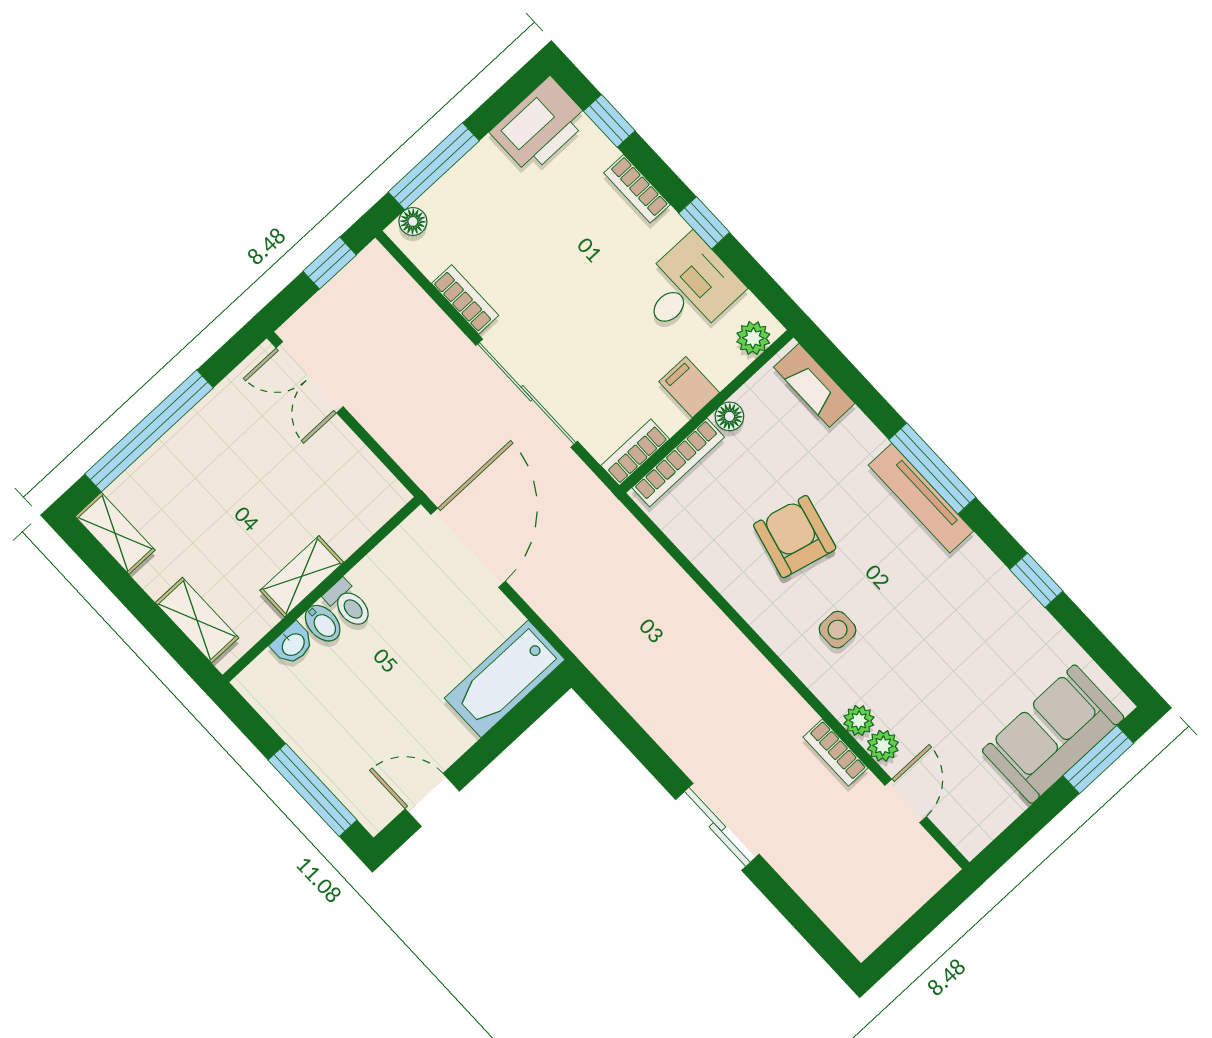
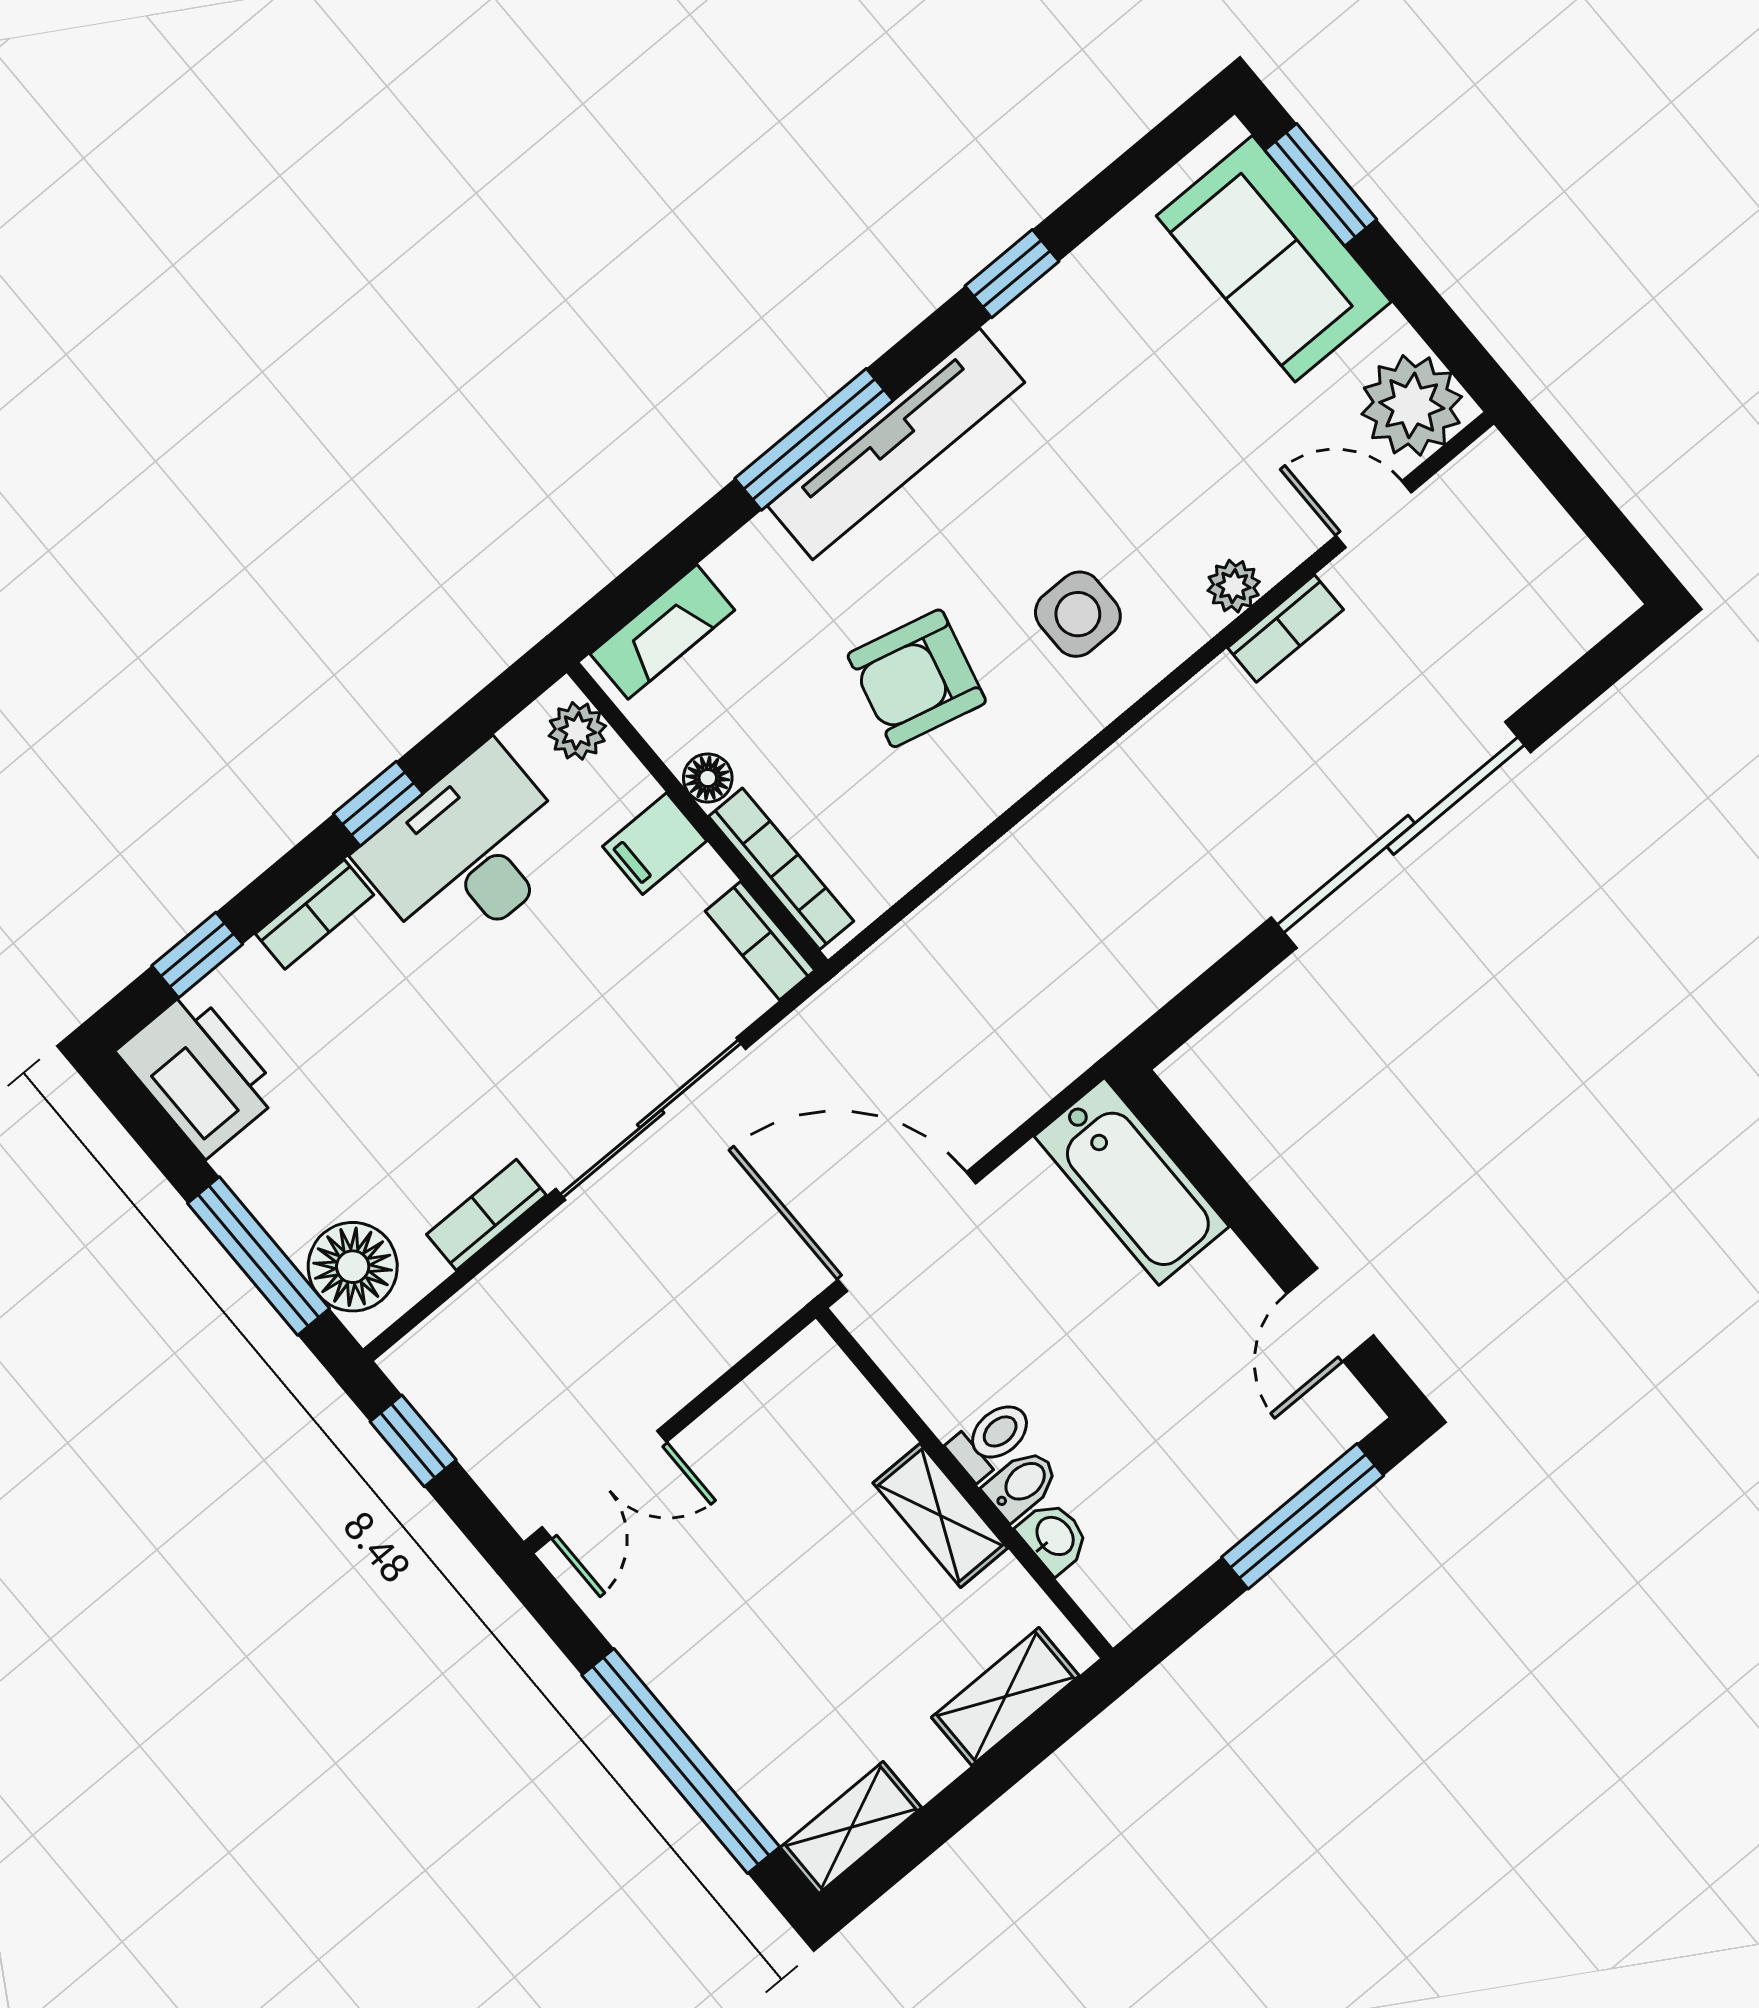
floor lamp: (413, 221) -> (353, 1267), width x1.89, depth x1.89
desk: (689, 288) -> (468, 852), width x1.37
tv unit: (921, 498) -> (896, 444), width x1.36, depth x1.29
side table: (838, 630) -> (1078, 614), width x1.37, depth x1.37
plant: (883, 746) -> (1412, 405), moved, width x1.88, depth x1.88
sliding door: (717, 827) -> (1401, 835), width x1.86

